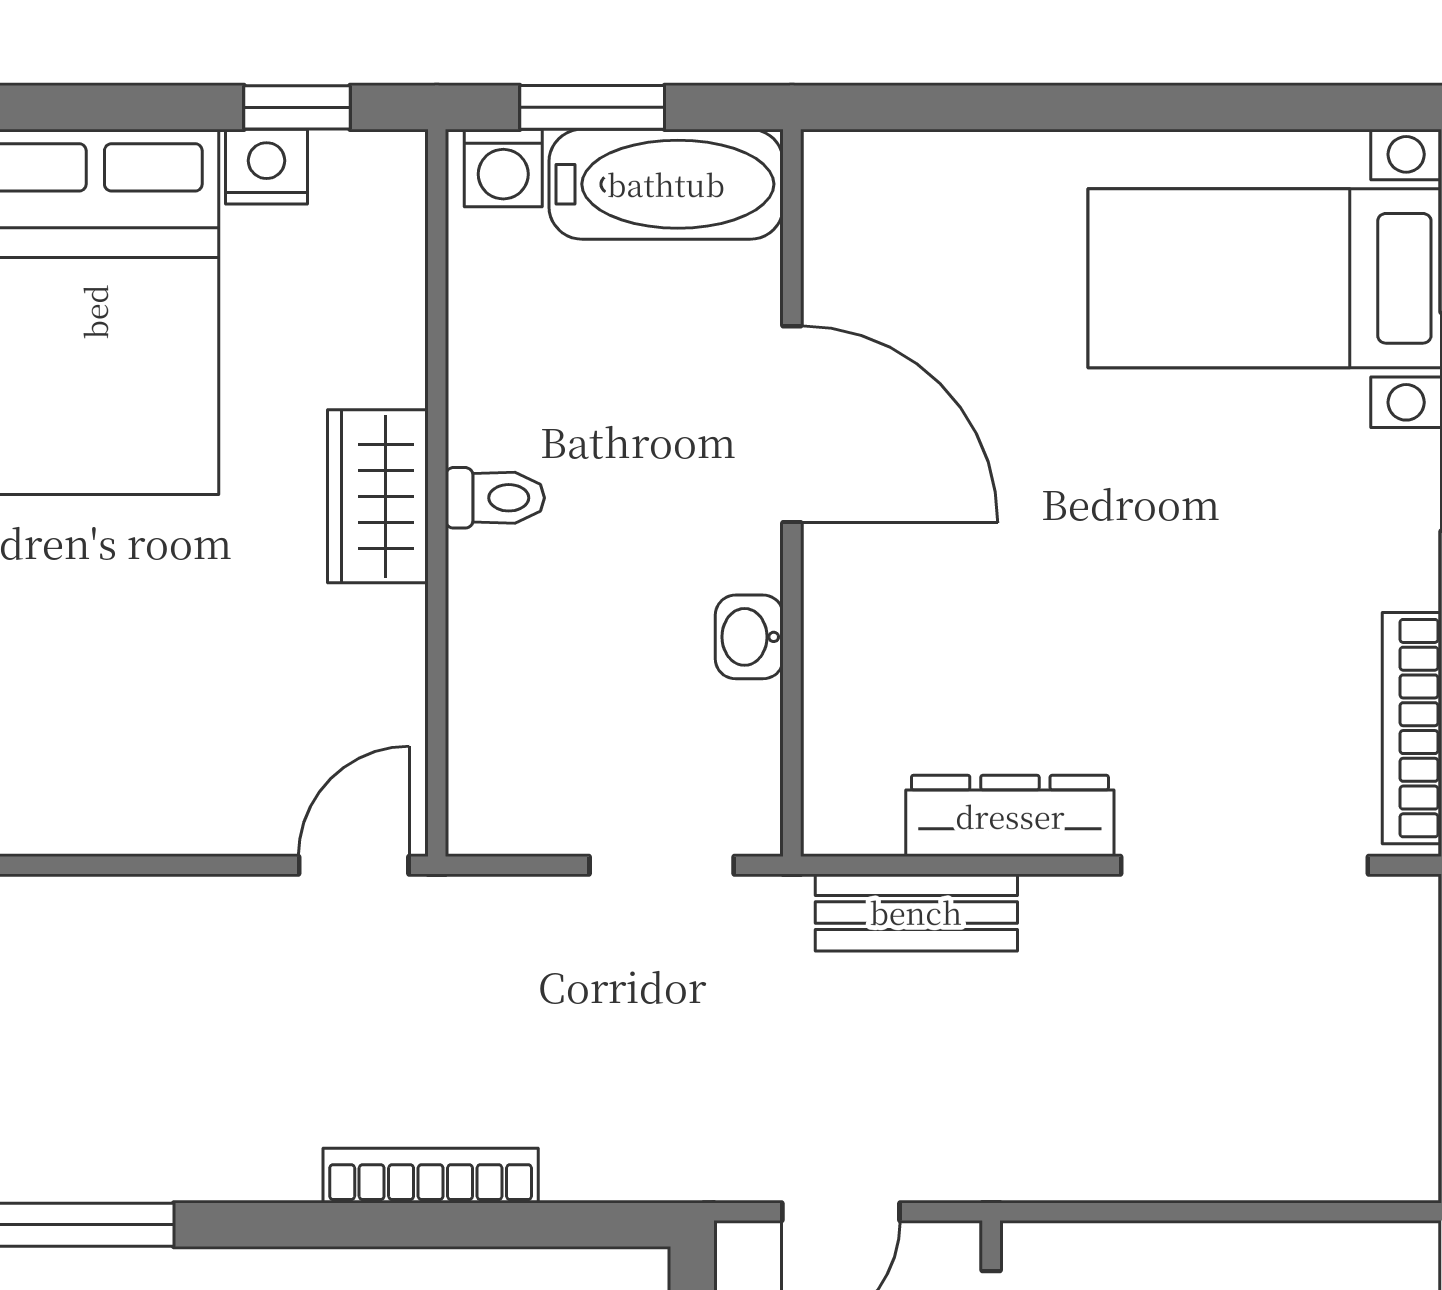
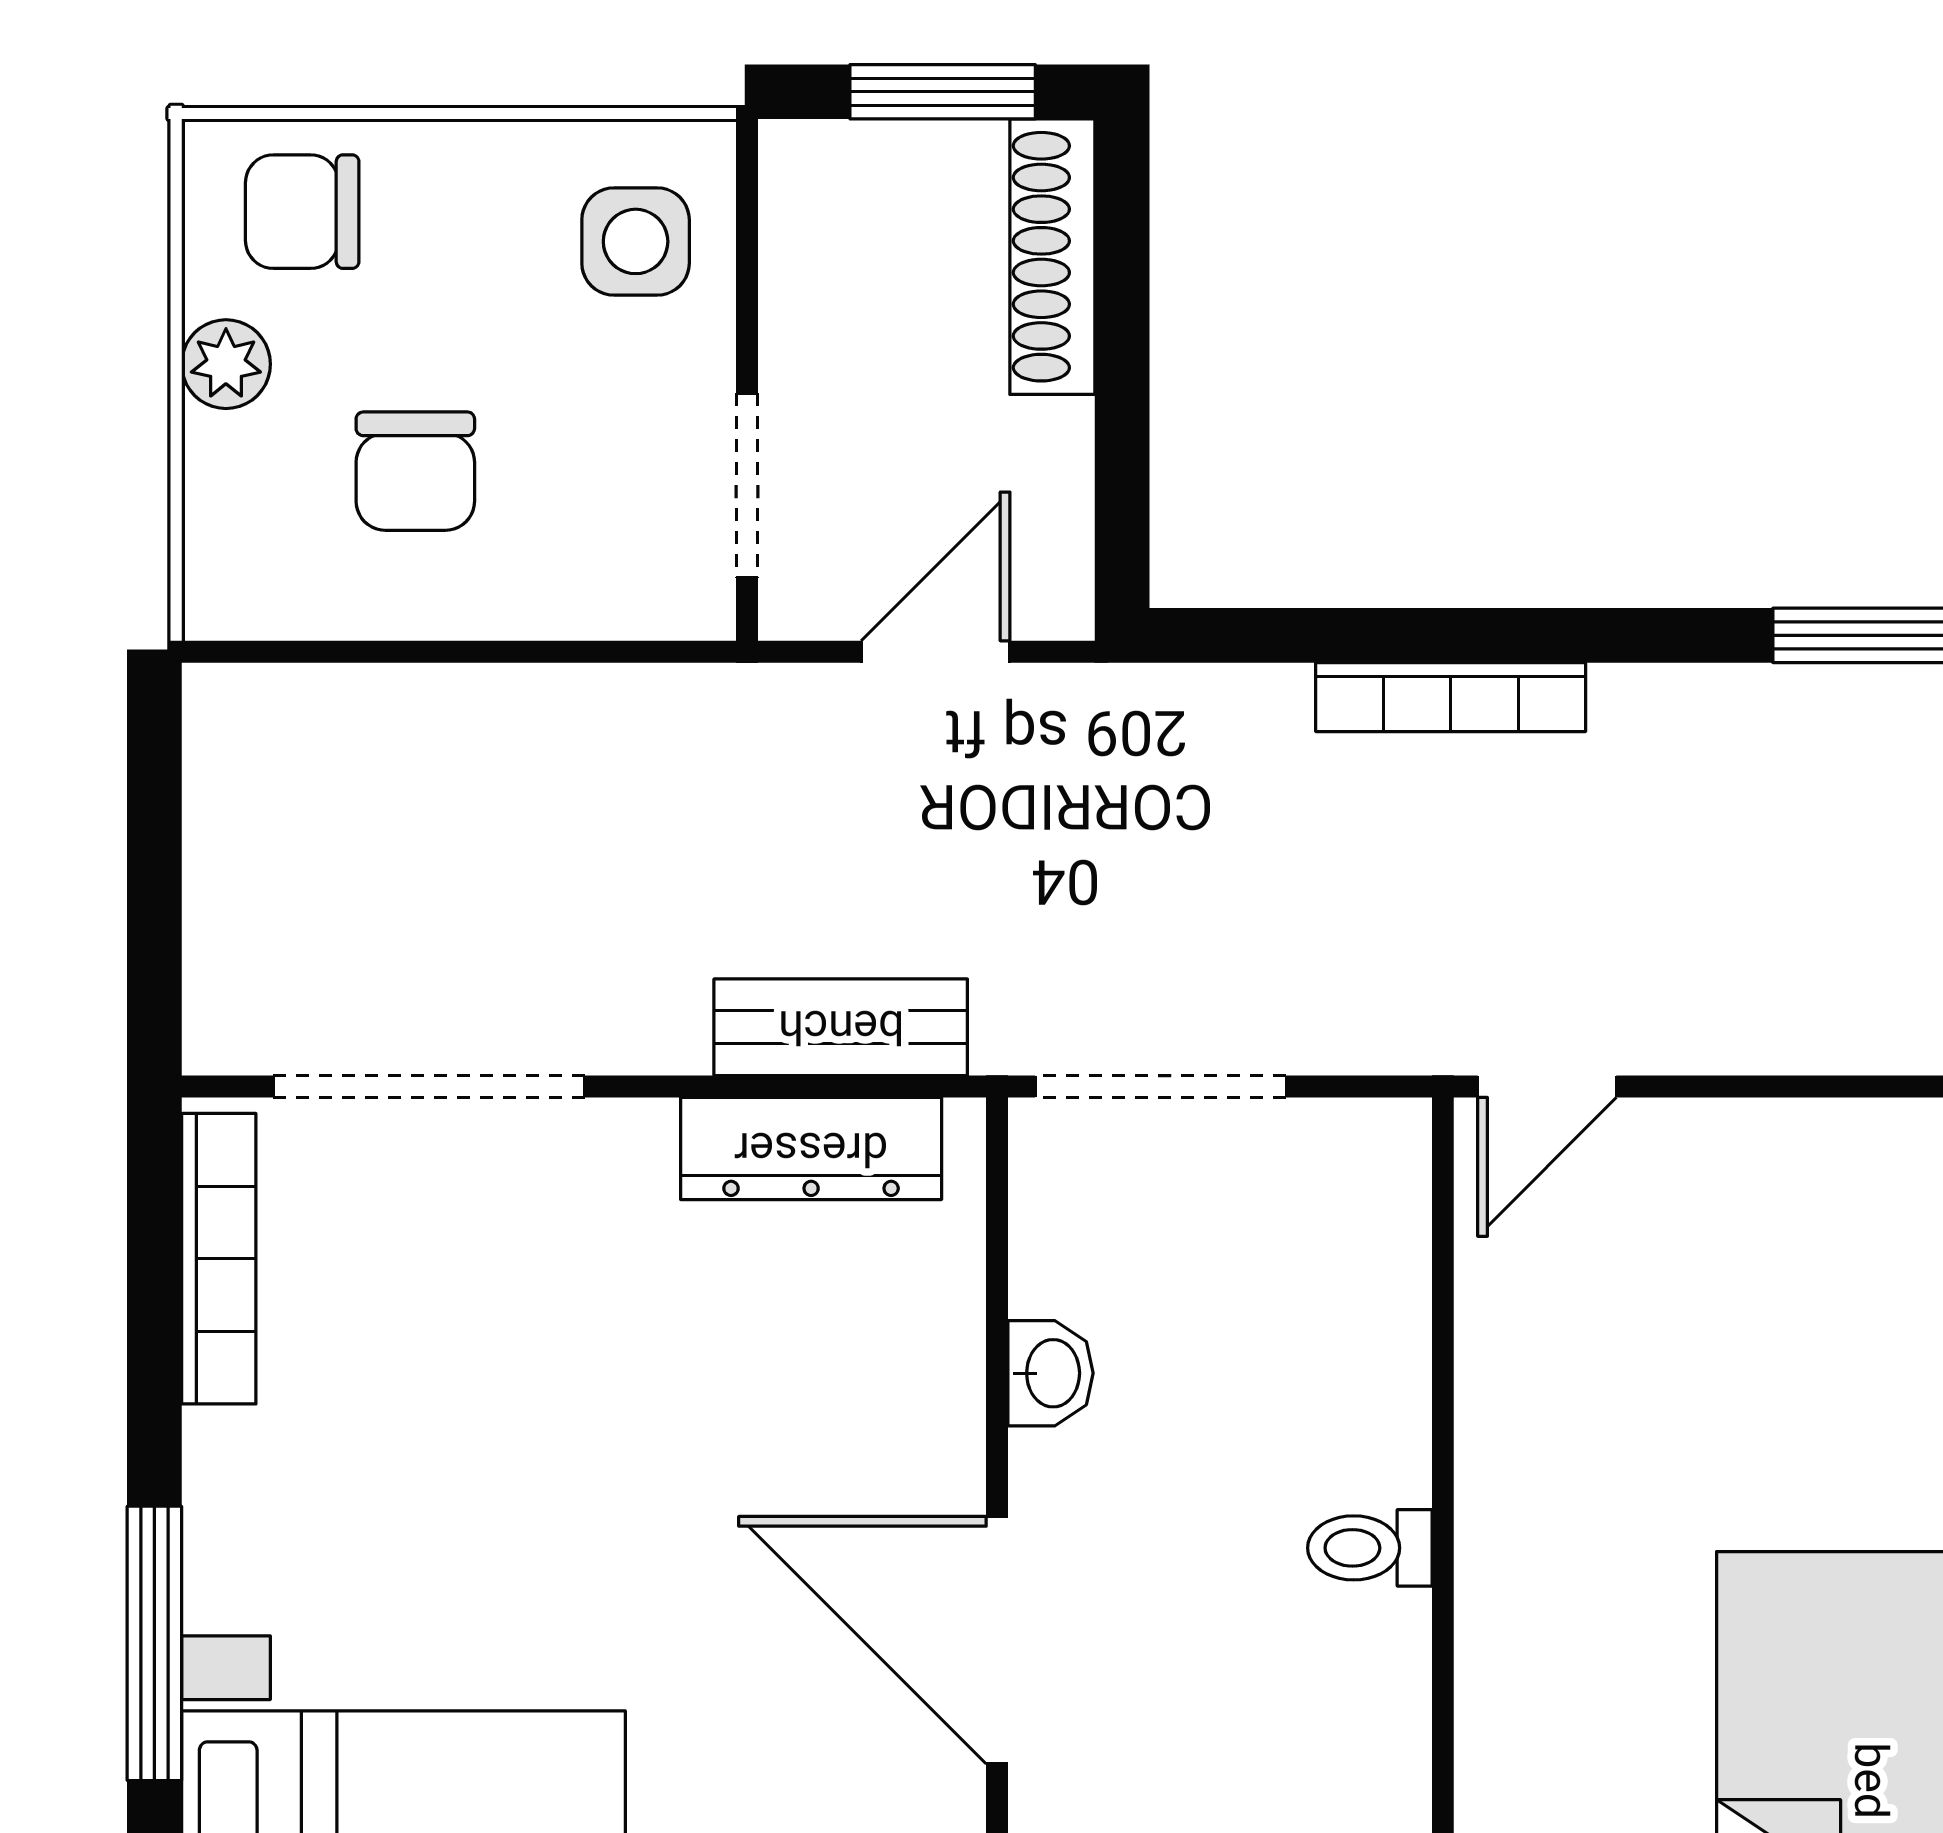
wardrobe: (378, 496) -> (1517, 1550), removed
dresser: (1010, 816) -> (811, 1149), moved
doorway: (662, 865) -> (1161, 1087), width x1.38

